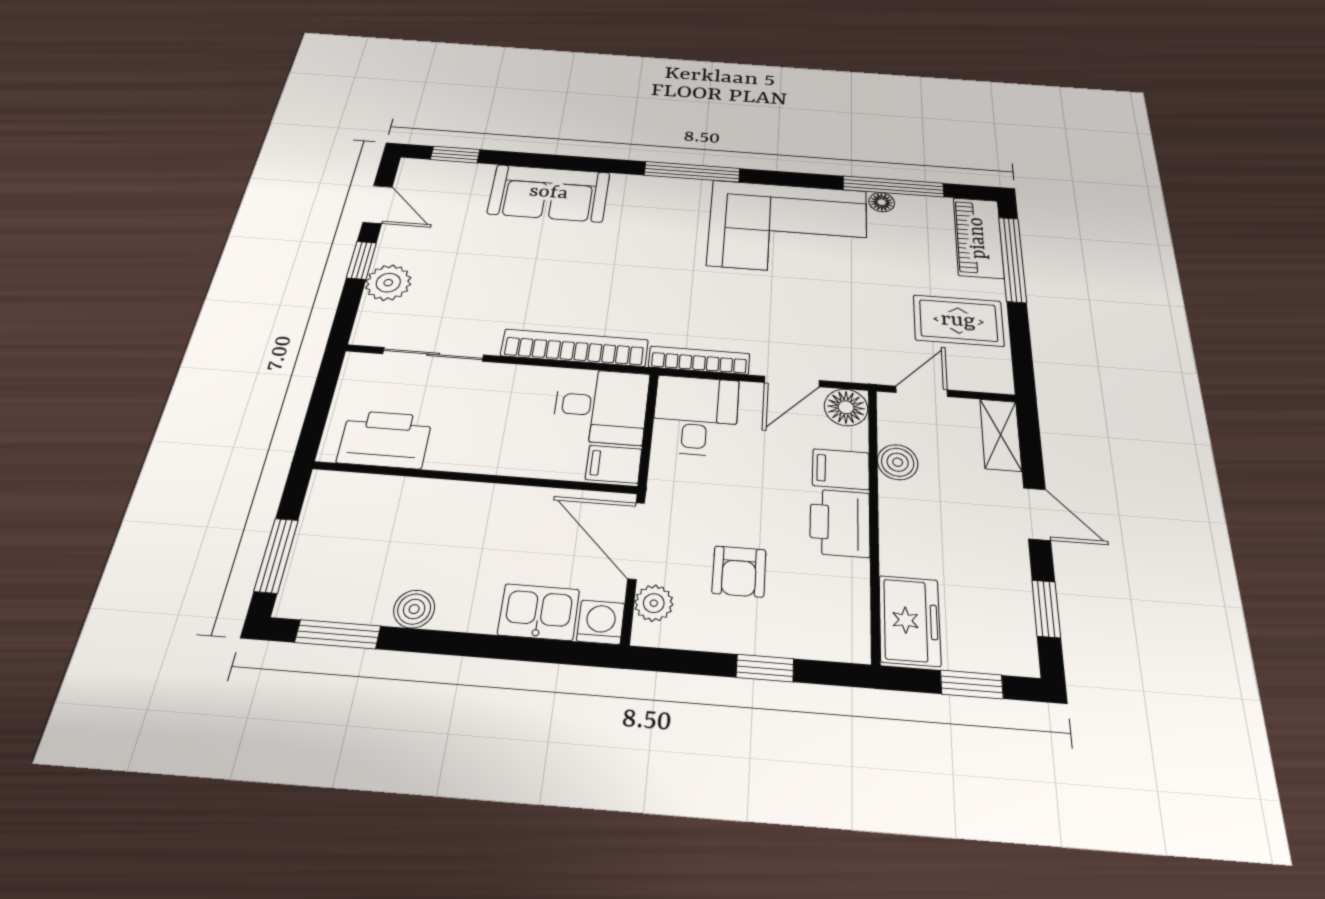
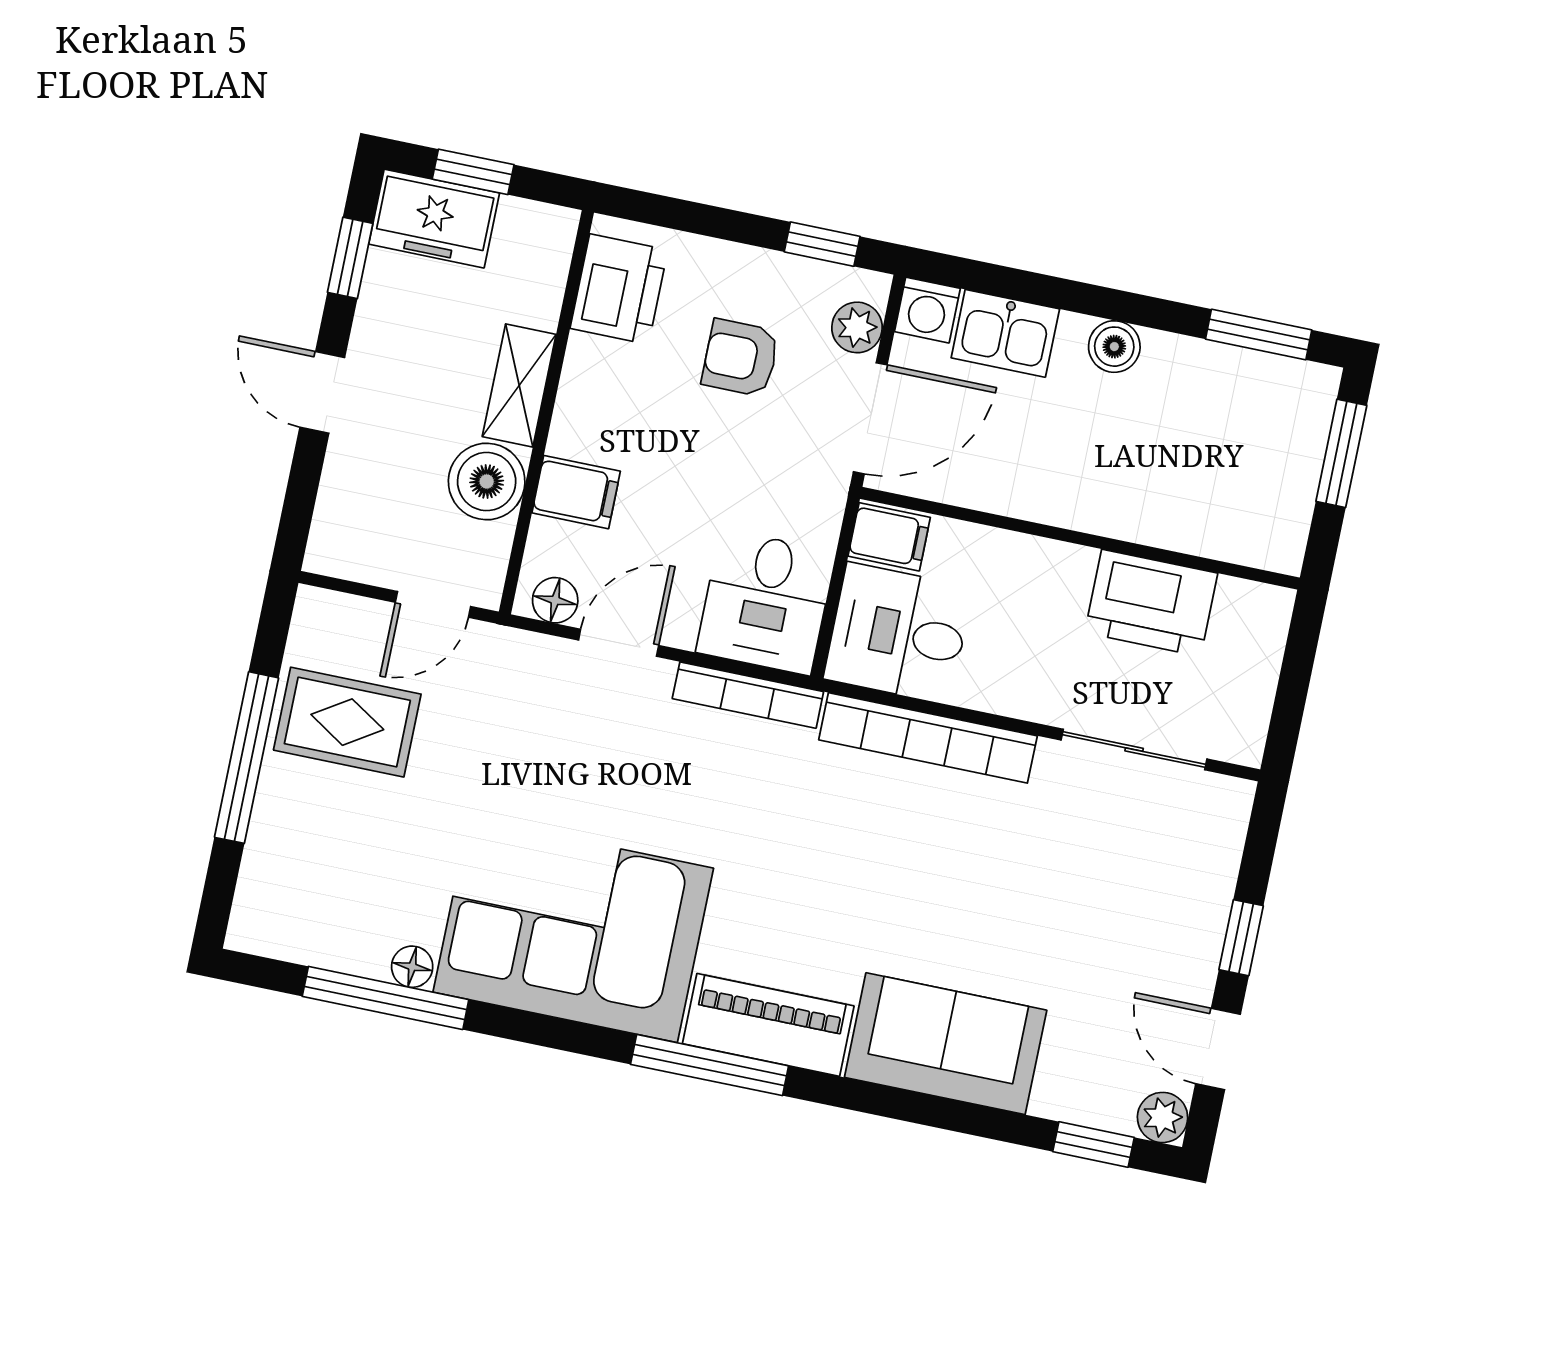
piano: (978, 238) -> (768, 1025), moved, turned -90
window: (1012, 259) -> (247, 758), moved
plant: (388, 283) -> (1163, 1117), moved, width x0.73, depth x0.73
floor lamp: (846, 407) -> (555, 600), width x0.73, depth x0.73
shelving: (1001, 435) -> (519, 385), moved
printer: (385, 439) -> (1151, 603), moved
boiler: (898, 462) -> (487, 482), width x1.36, depth x1.36
printer: (840, 523) -> (619, 289), moved
door: (636, 540) -> (870, 418), hinge flipped
armchair: (739, 571) -> (740, 358), turned -90
boiler: (414, 609) -> (1114, 347), moved
freezer: (910, 620) -> (434, 219), moved, turned -90
window: (765, 668) -> (822, 244), moved

